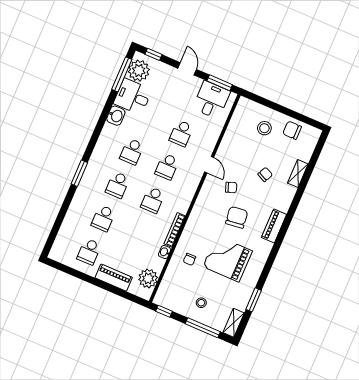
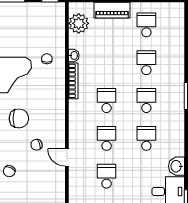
chair: (237, 217) -> (19, 118), turned -83
stool: (201, 303) -> (18, 22), removed

